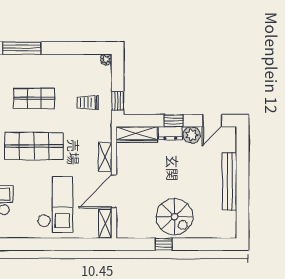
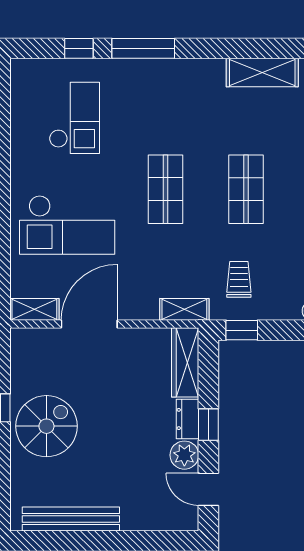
shop shelf: (34, 146) -> (166, 189), width x0.70, depth x0.74
shelving: (105, 157) -> (184, 309), moved
bench: (230, 181) -> (71, 519), moved
door: (114, 191) -> (89, 324), hinge flipped
spiral stairs: (174, 217) -> (46, 426), turned 180

